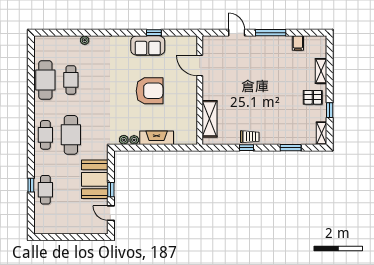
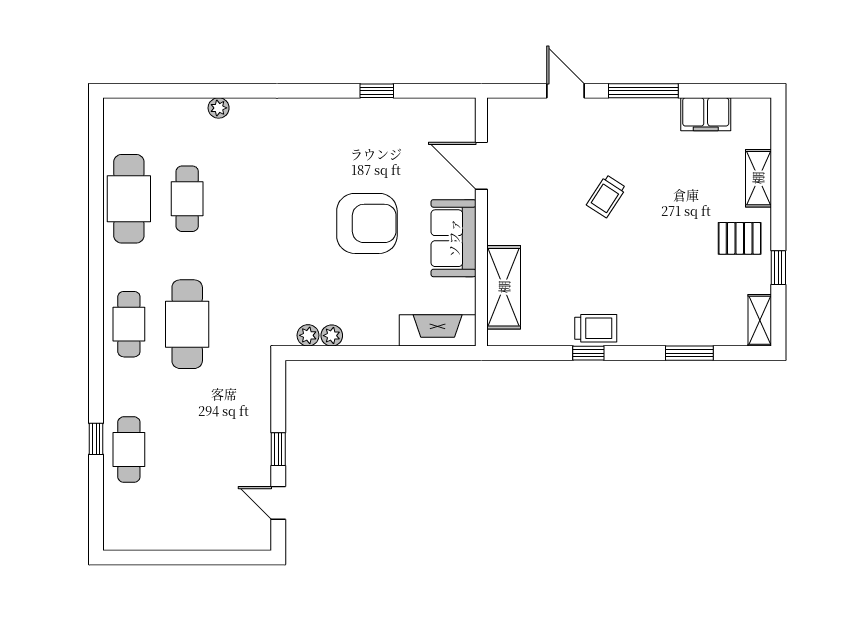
filing cabinet: (298, 43) -> (706, 114), width x2.00
sofa: (148, 45) -> (454, 238), moved, turned 90
trolley: (254, 79) -> (606, 196), added
fireplace: (157, 138) -> (438, 330), moved
booth: (95, 179) -> (242, 426), removed

